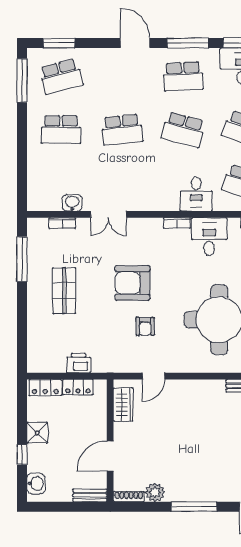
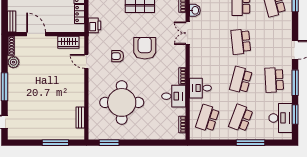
printer: (78, 363) -> (95, 25), moved

